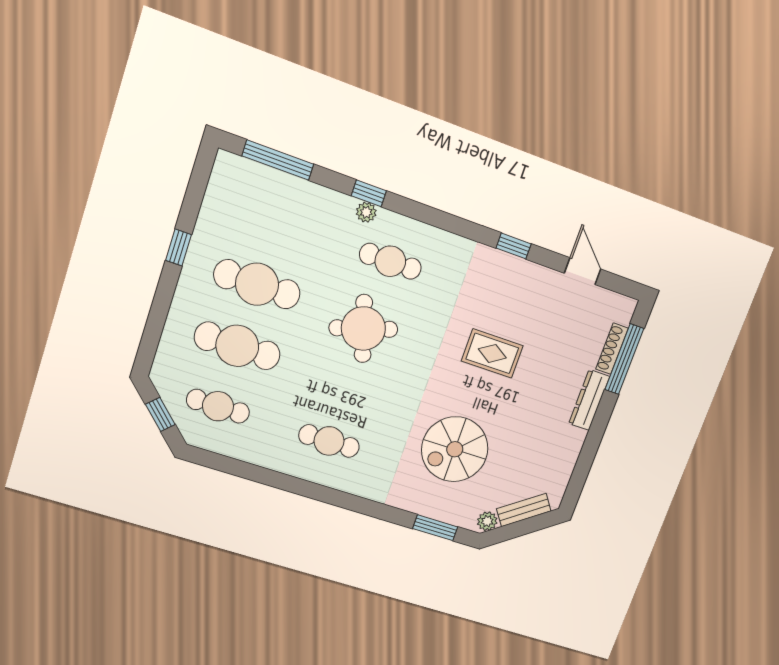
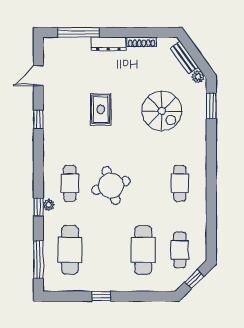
cafe table: (257, 284) -> (70, 250), moved
shoe rack: (612, 349) -> (142, 42), moved

